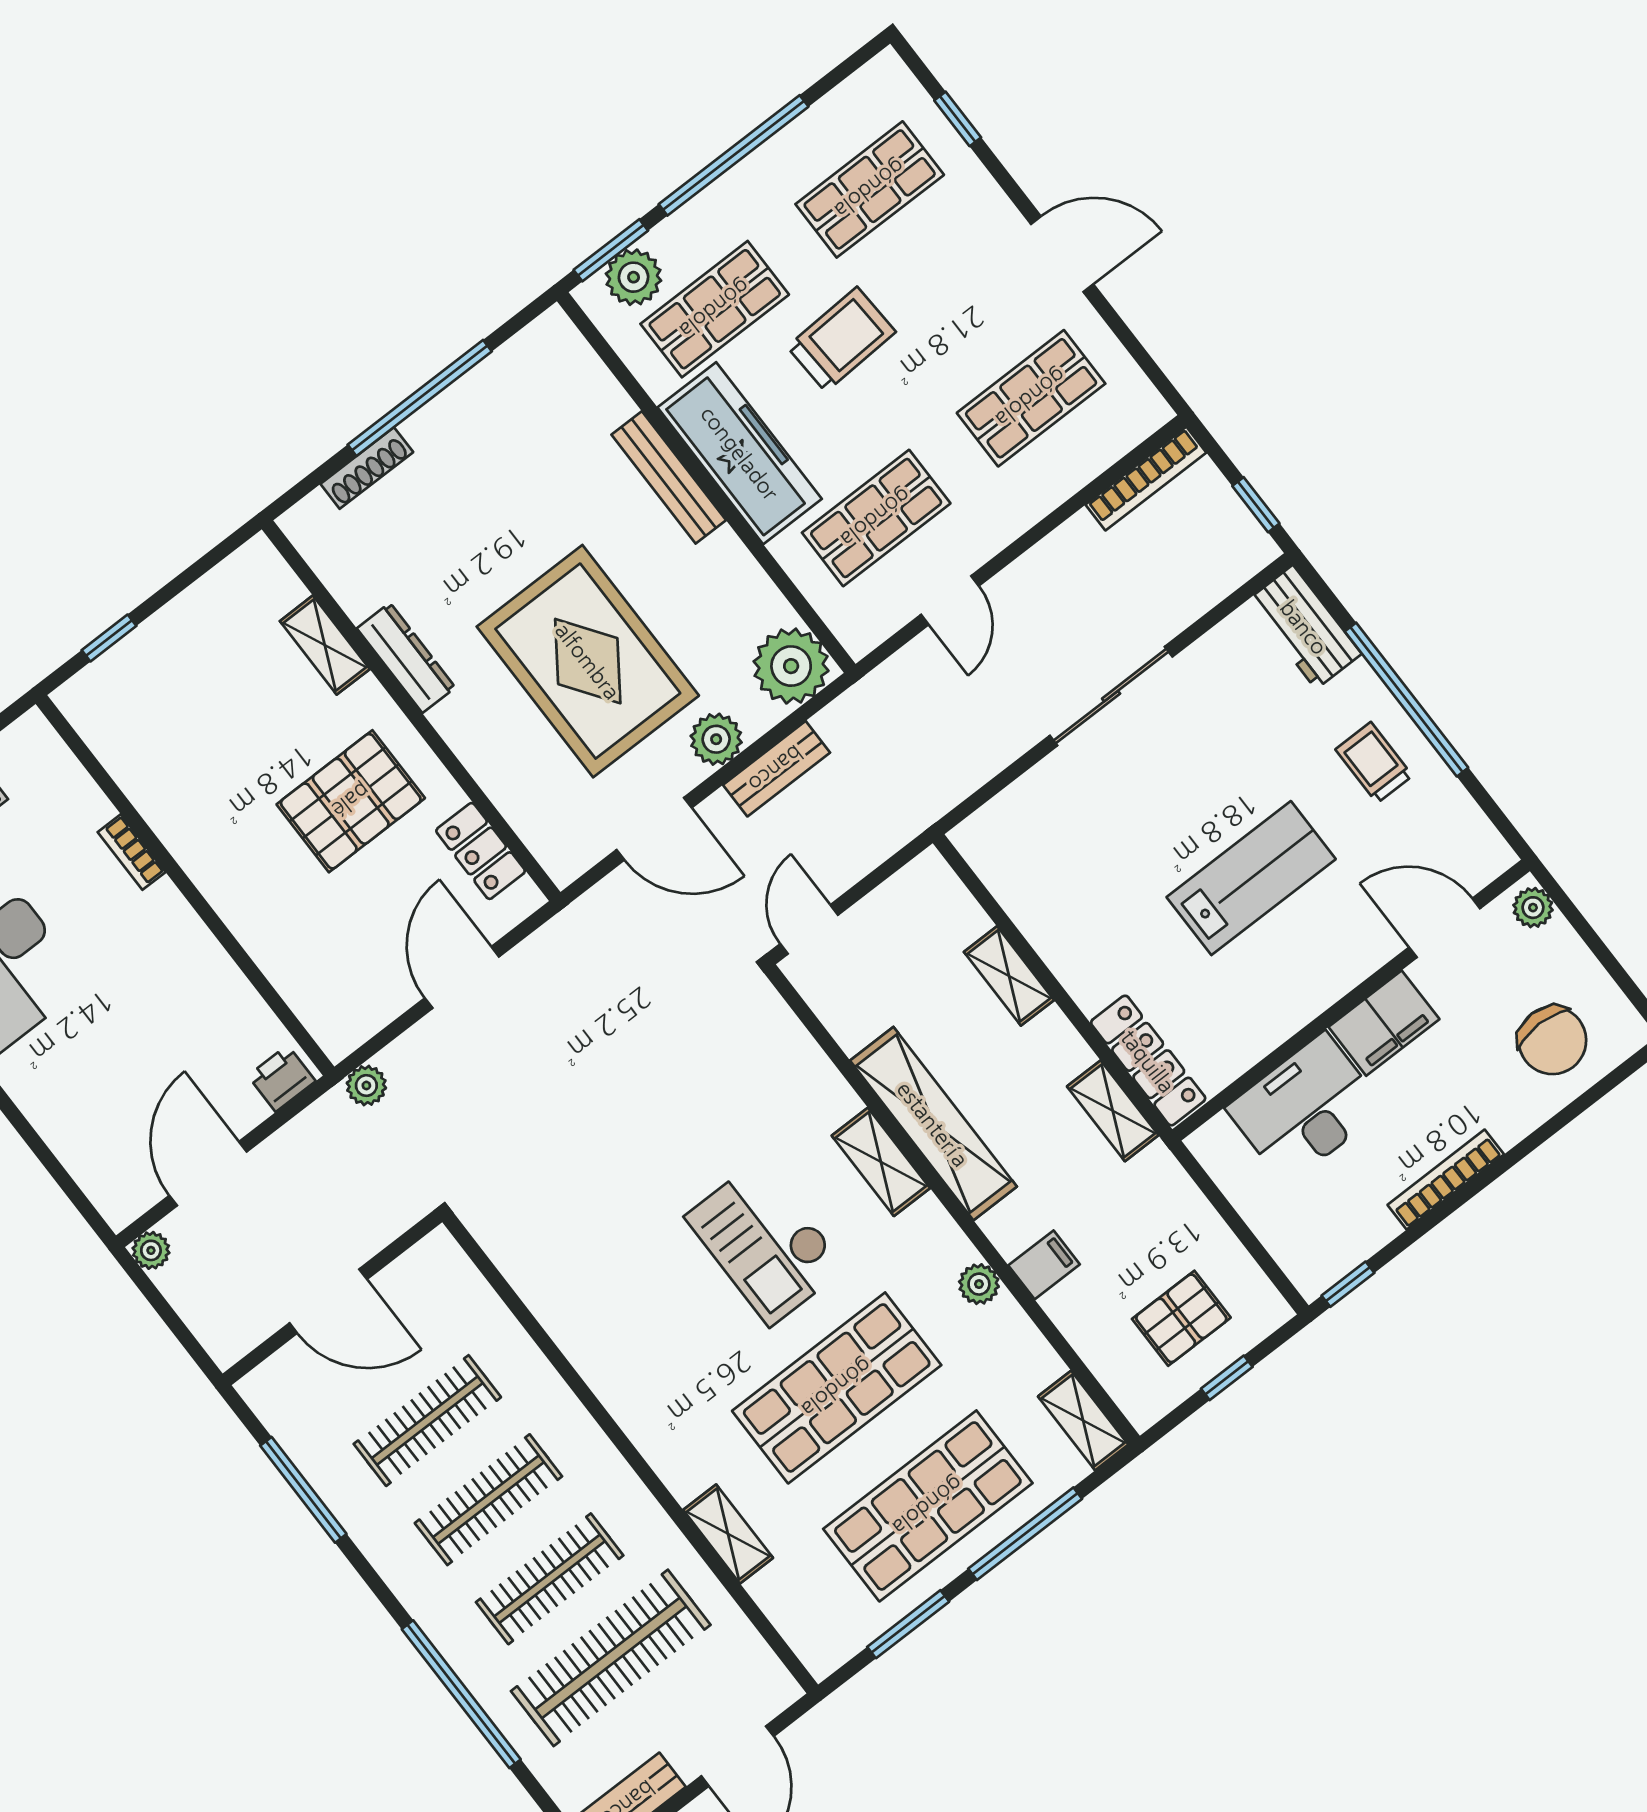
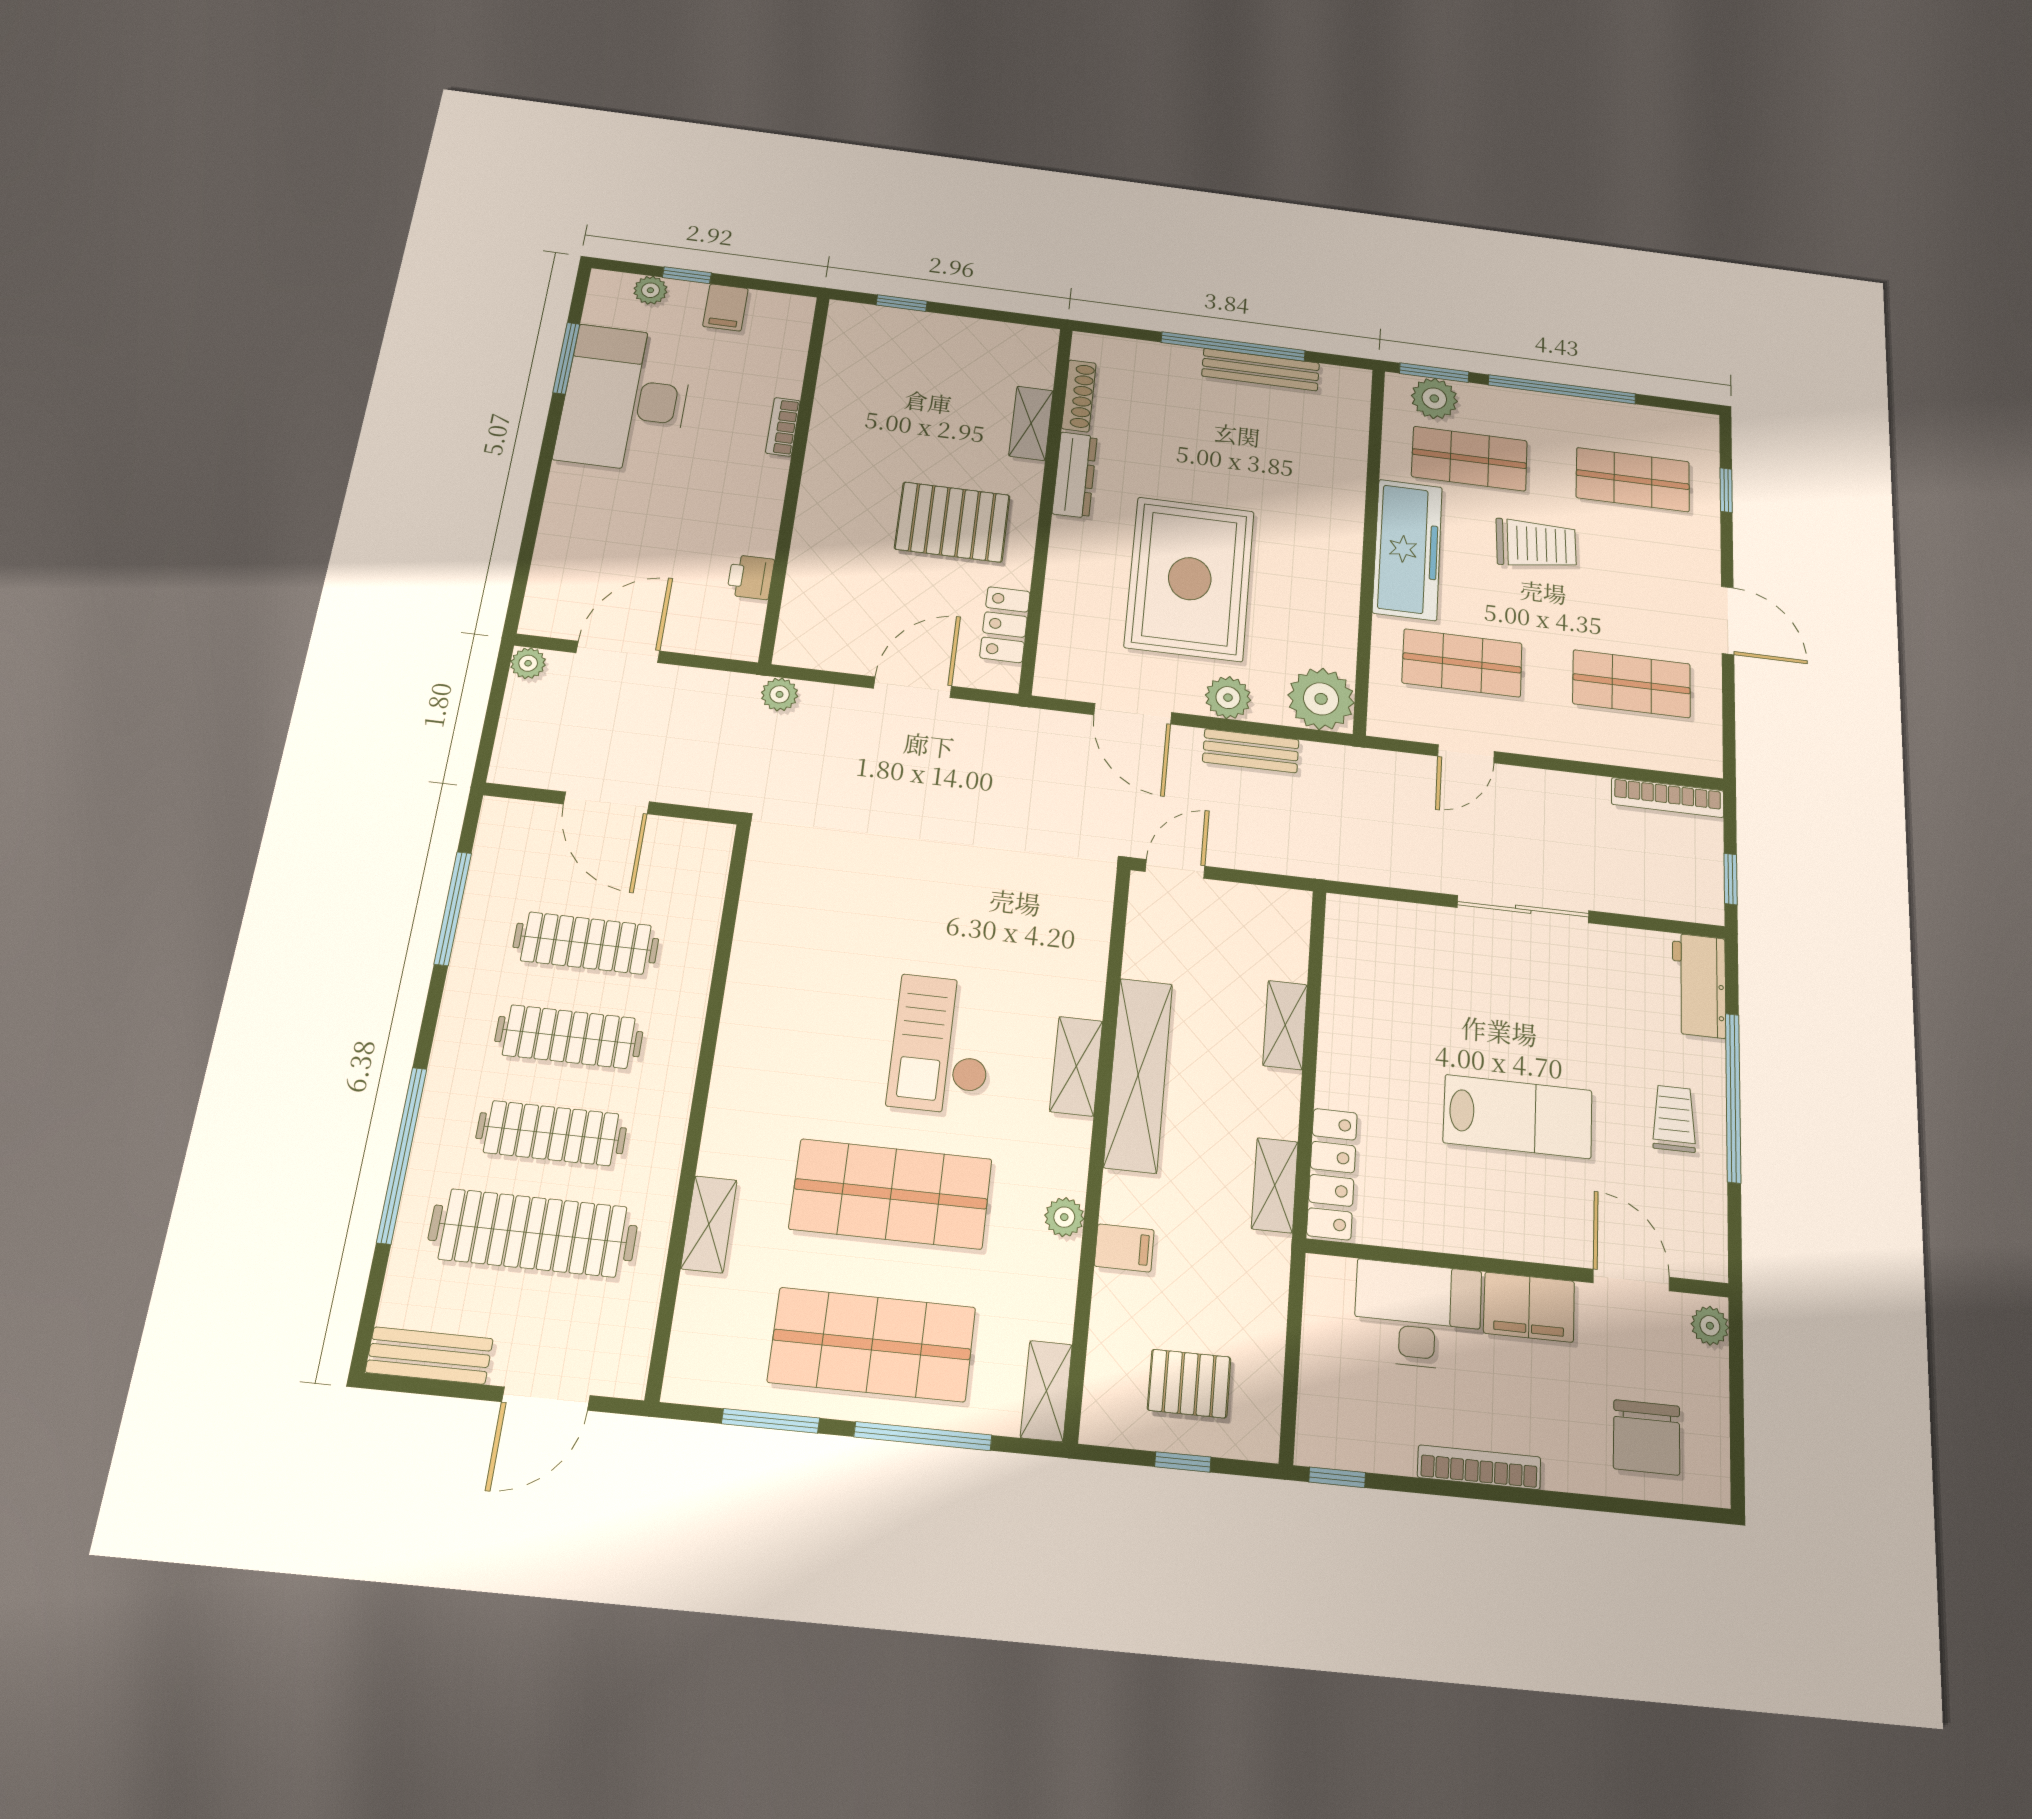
shoe rack: (367, 468) -> (1079, 396), moved, turned -90
bench: (669, 477) -> (1261, 370), moved, turned 90
printer: (282, 1078) -> (751, 577), moved, turned -90

